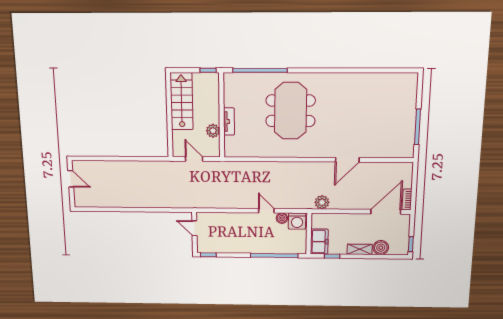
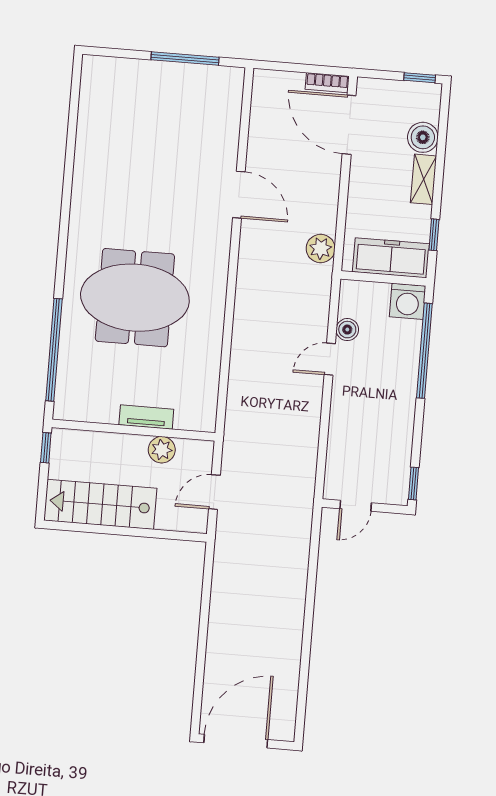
door: (71, 179) -> (236, 741), width x1.88
washing machine: (297, 221) -> (408, 301), moved, turned 90
freezer: (319, 242) -> (391, 258), width x1.40

